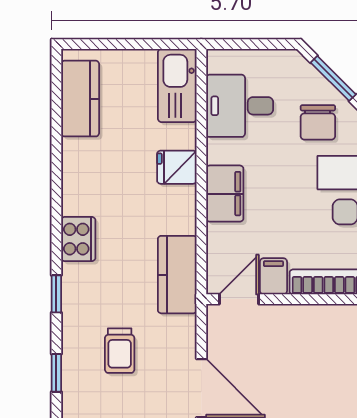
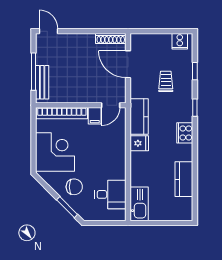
kitchen counter: (80, 99) -> (184, 179), moved
chair: (318, 122) -> (74, 187), turned 90
fridge: (177, 167) -> (139, 143), moved
filing cabinet: (225, 194) -> (117, 154), removed

